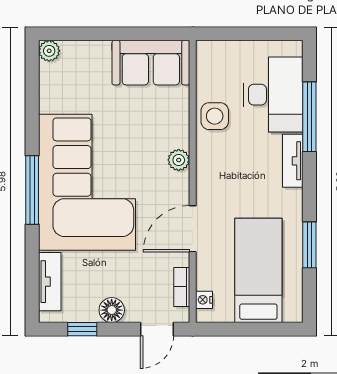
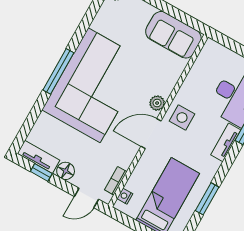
side table: (215, 116) -> (182, 118), moved
door: (193, 229) -> (151, 134), moved
tv unit: (50, 282) -> (39, 157), moved, turned -90

